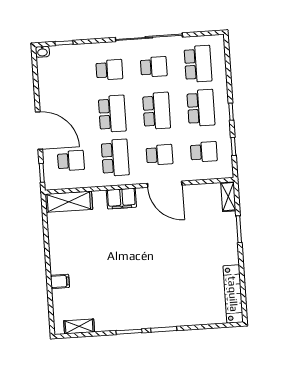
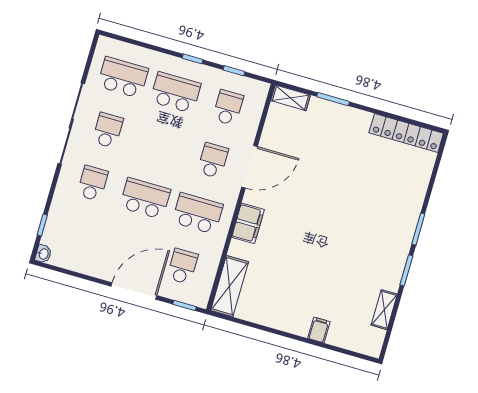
school desk: (157, 111) -> (160, 145), removed
shelving: (79, 326) -> (384, 310), moved

